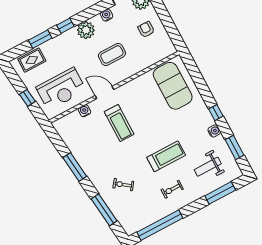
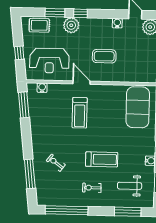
plant: (86, 30) -> (71, 25), moved
armchair: (146, 30) -> (142, 52), removed
water cooler: (85, 111) -> (42, 88), moved
window: (75, 167) -> (24, 105), moved

